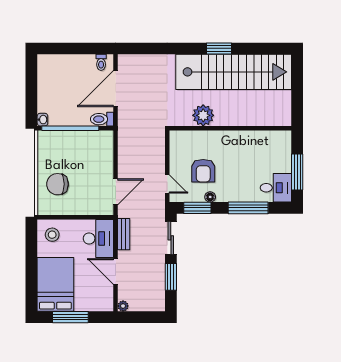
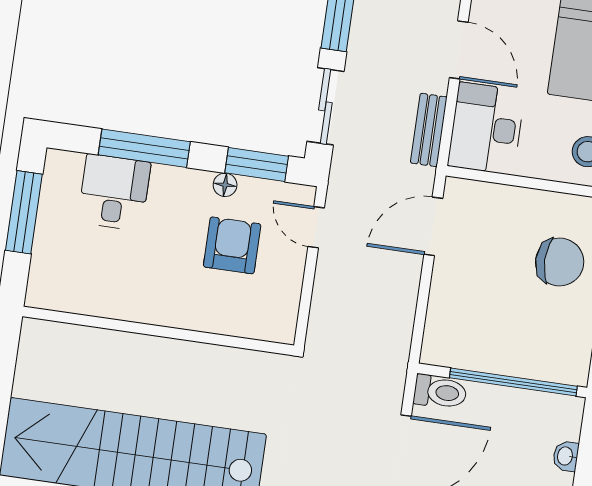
plant: (203, 115) -> (214, 368), removed
washbasin: (42, 120) -> (566, 456), moved
desk: (276, 188) -> (114, 192), moved, turned 90

